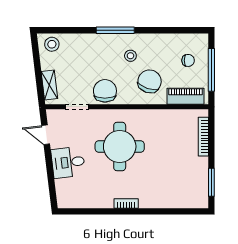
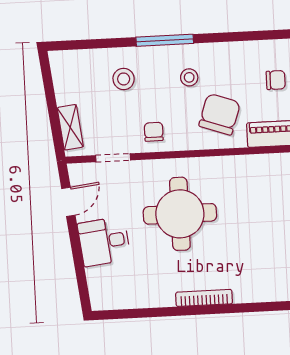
stool: (52, 44) -> (124, 79), moved
chair: (105, 91) -> (154, 132), width x0.54, depth x0.54
door: (46, 135) -> (68, 202), swing flipped
bookcase: (126, 203) -> (204, 298), width x1.56

